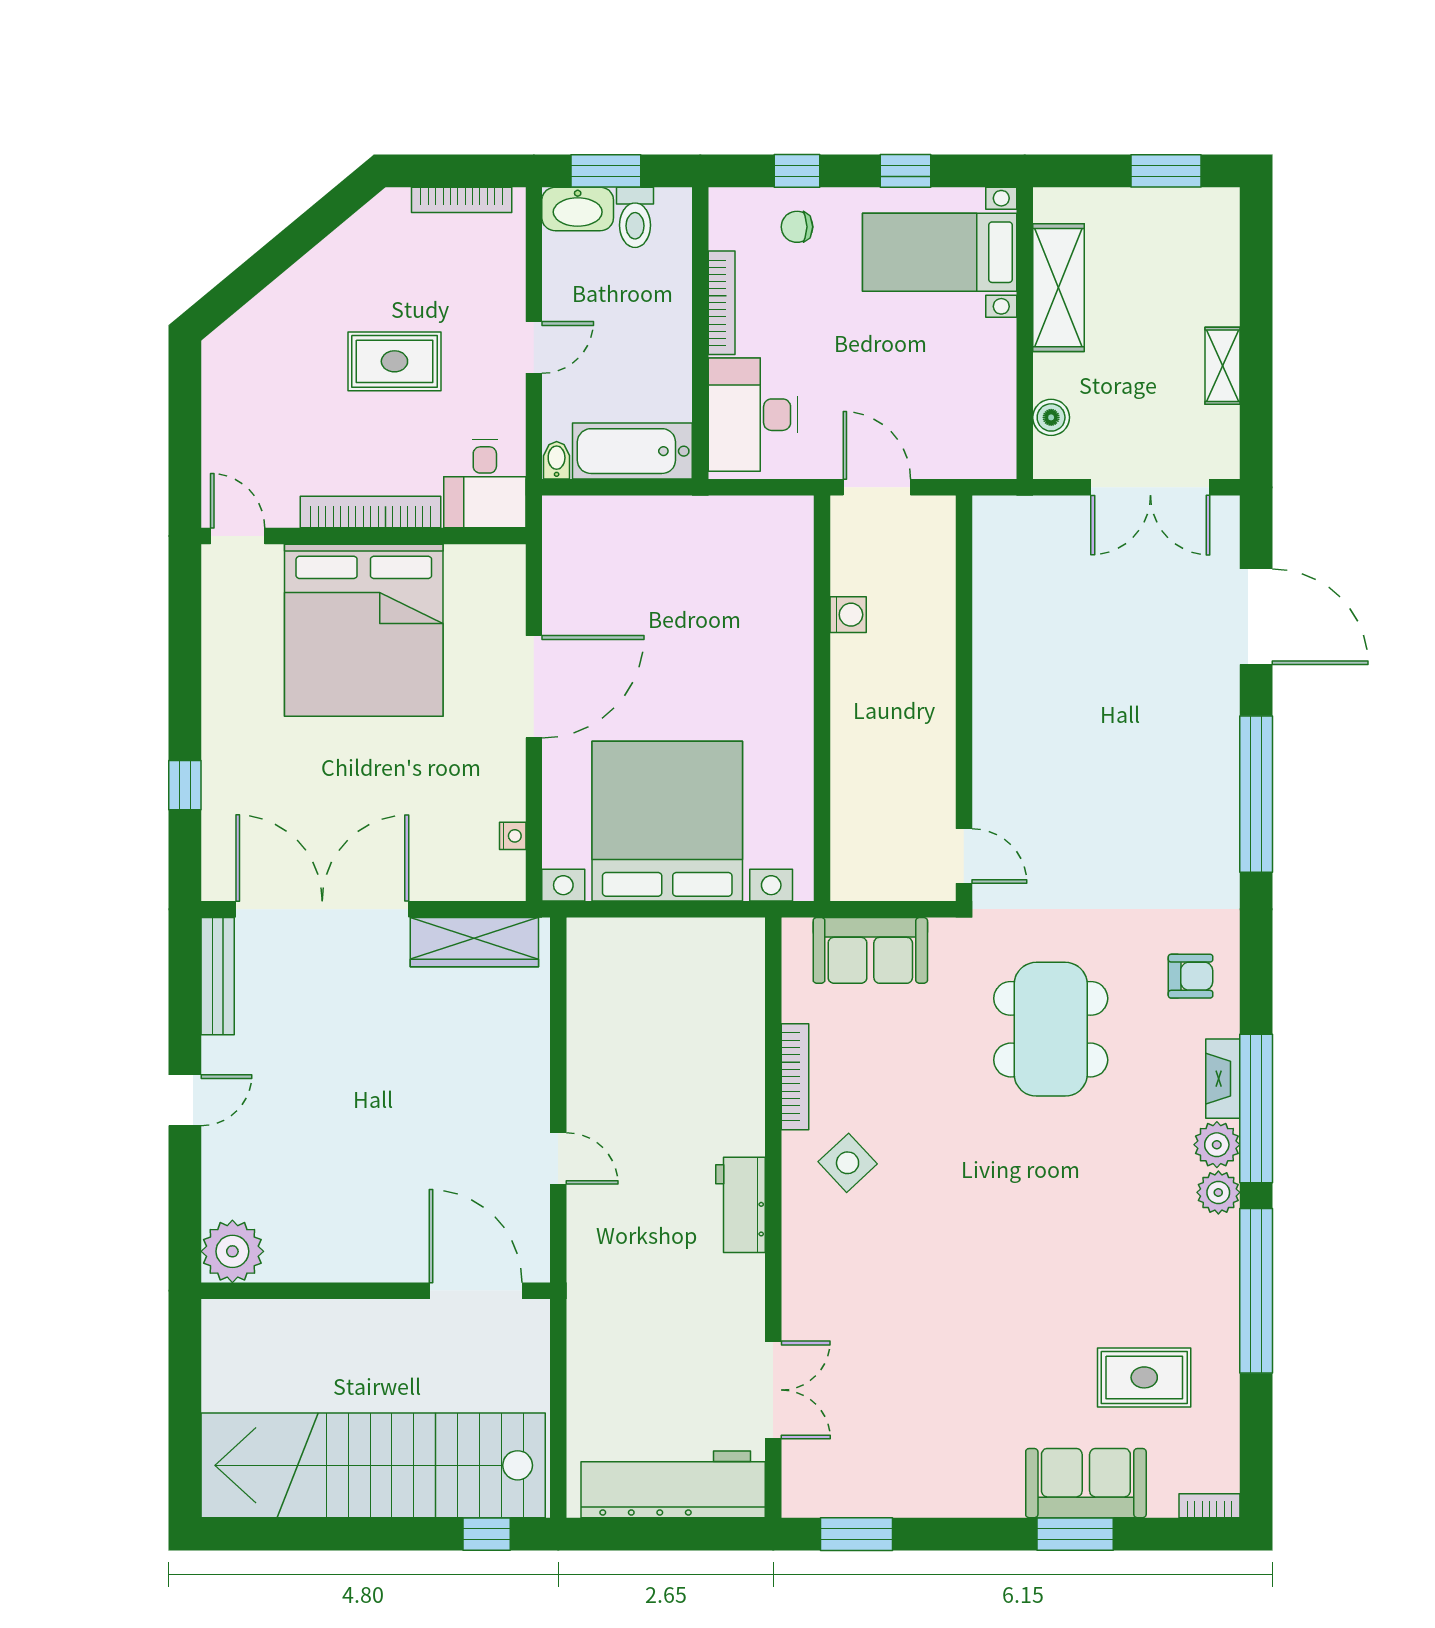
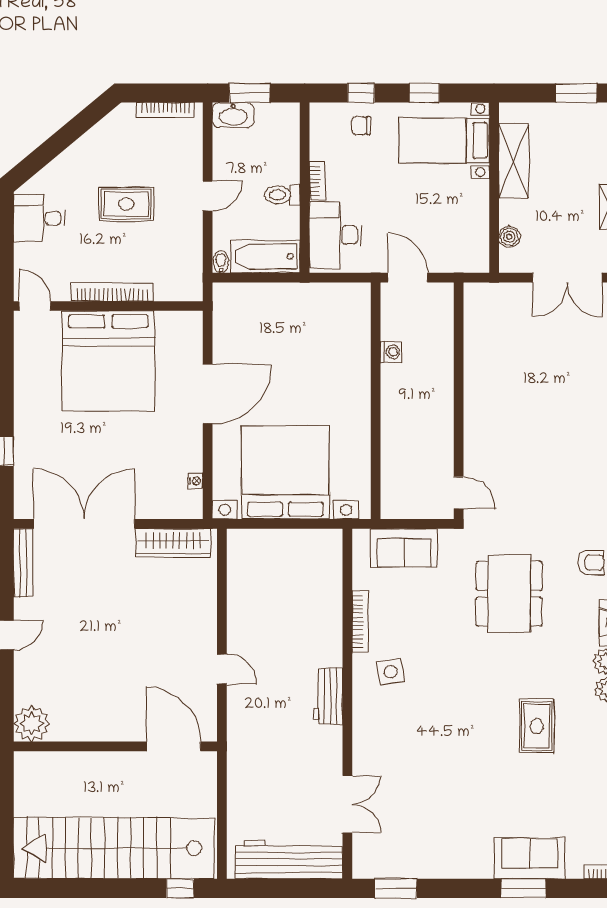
toilet: (635, 217) -> (282, 195), moved, turned 90
bookcase: (722, 303) -> (317, 181), width x0.64
desk: (485, 484) -> (39, 218), moved, turned 90
side table: (848, 1163) -> (391, 672), turned 34
rug: (1144, 1377) -> (537, 726), moved, turned 90

